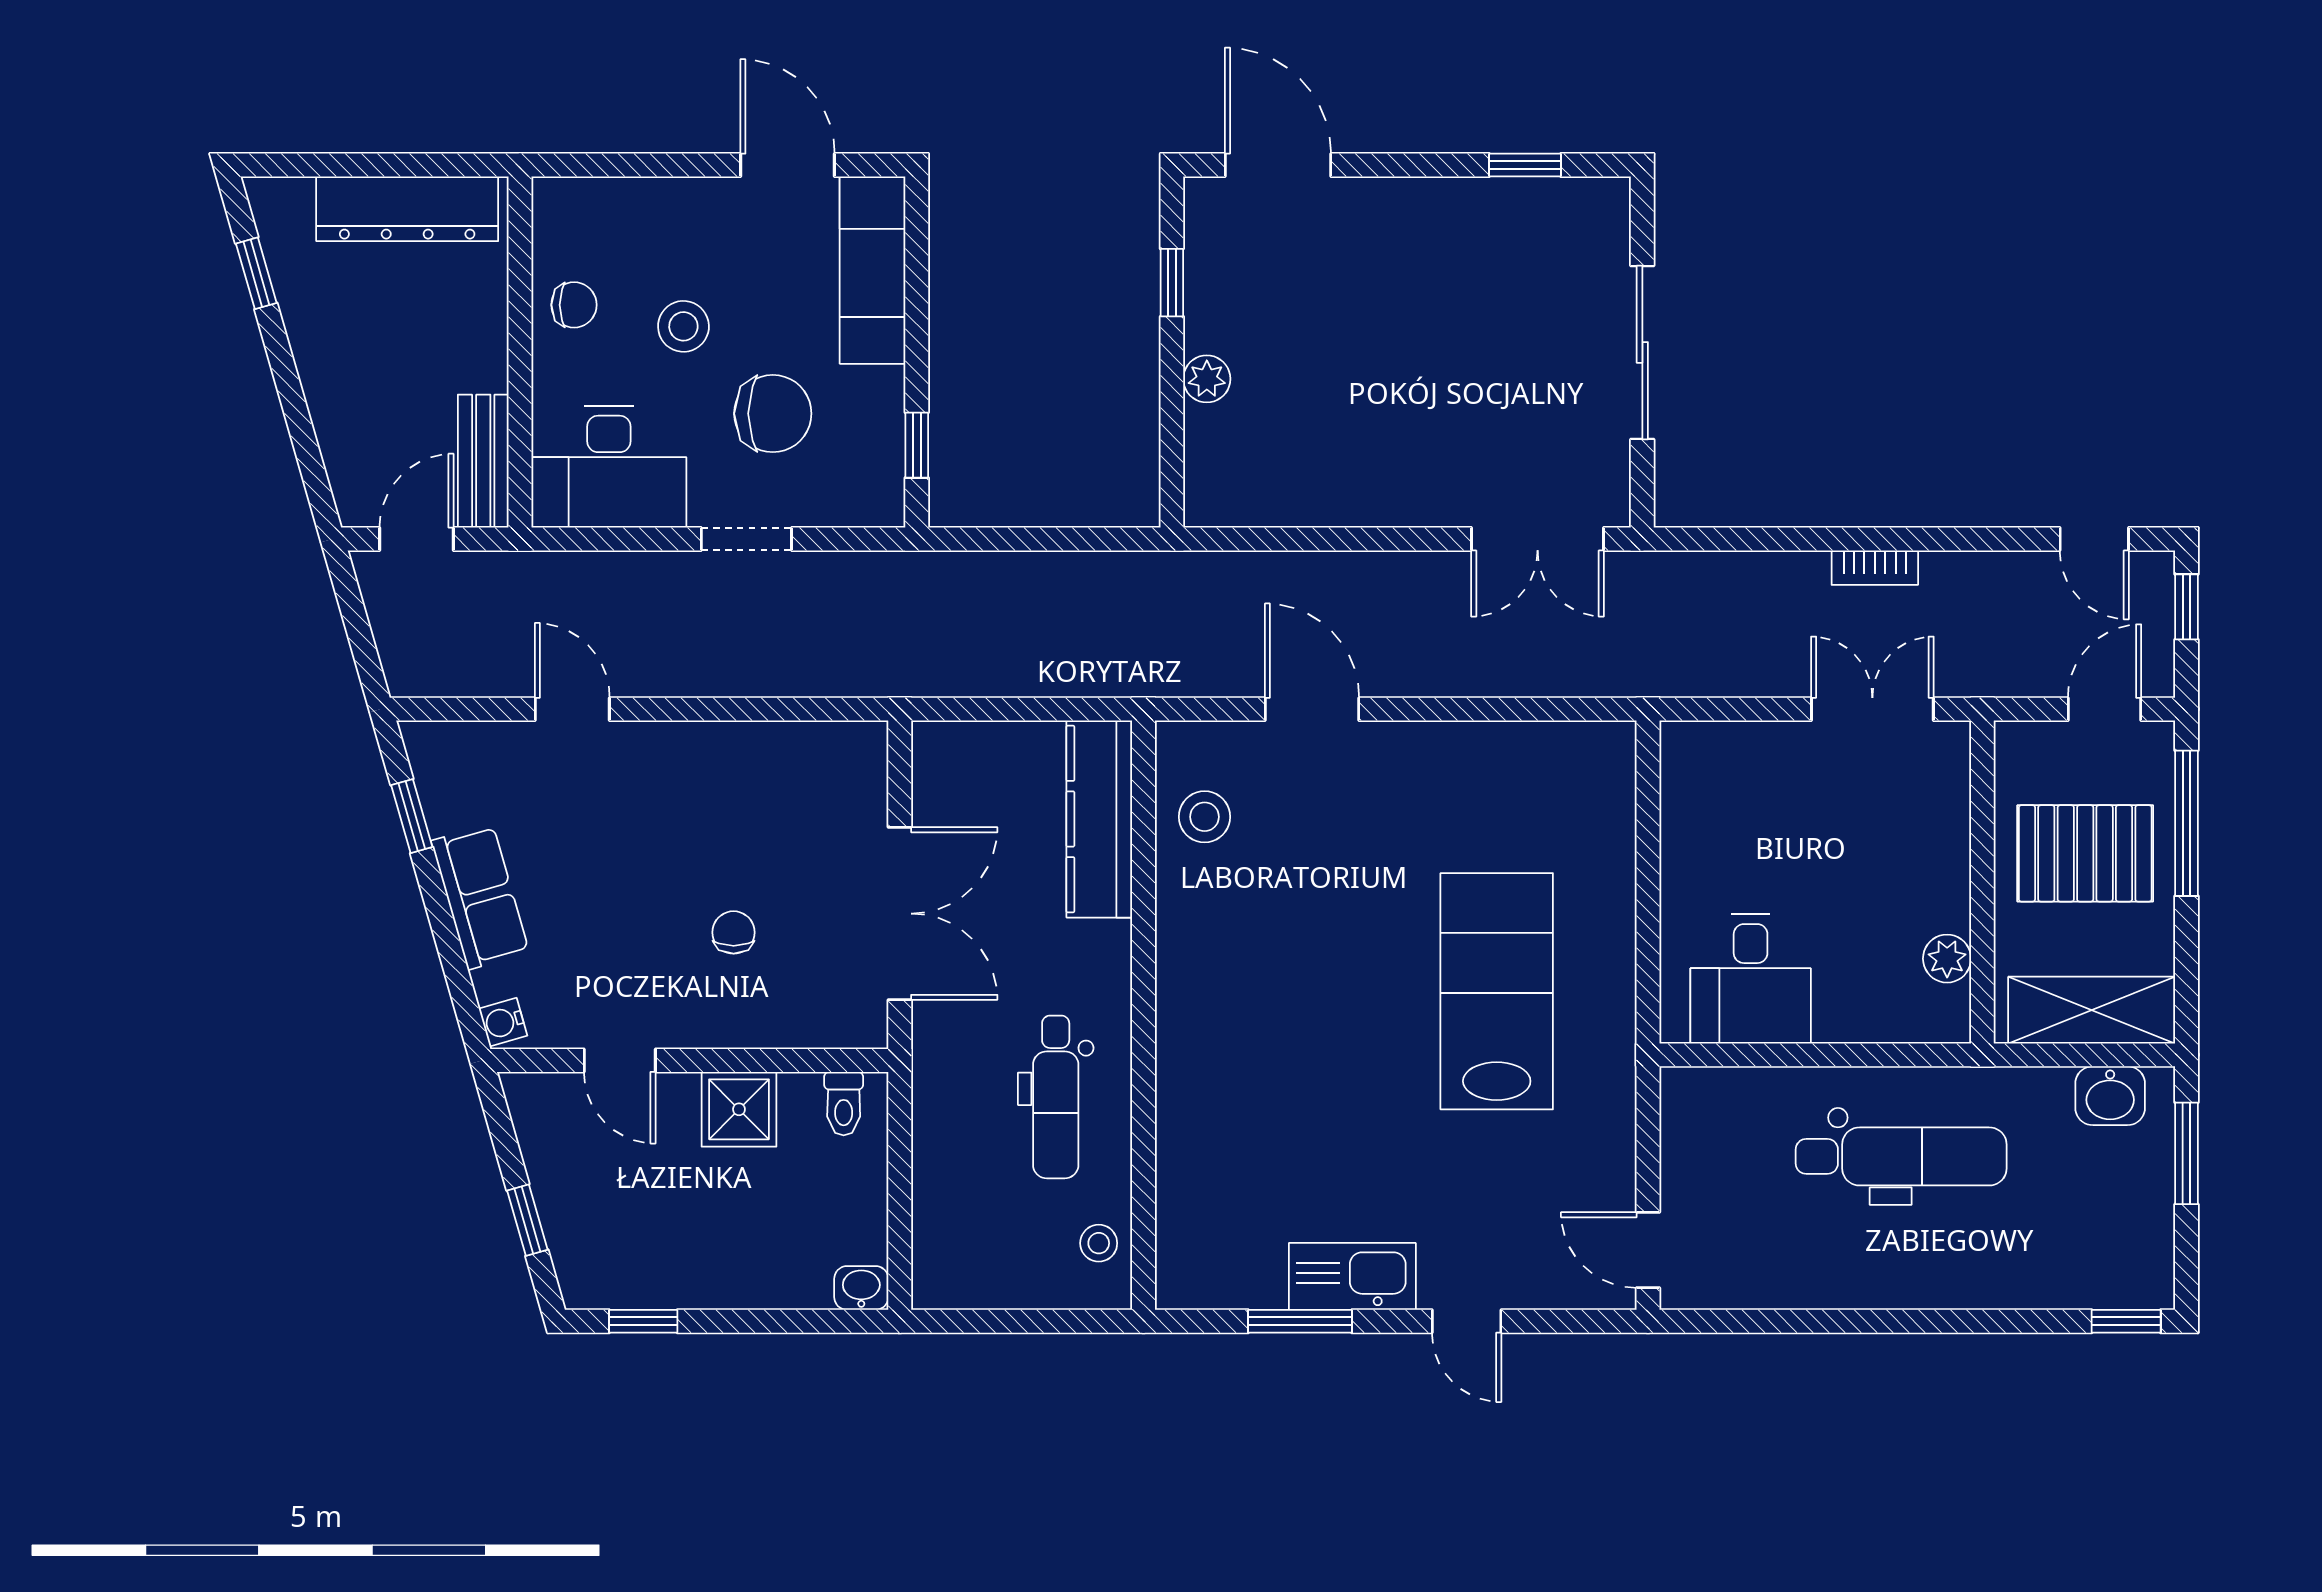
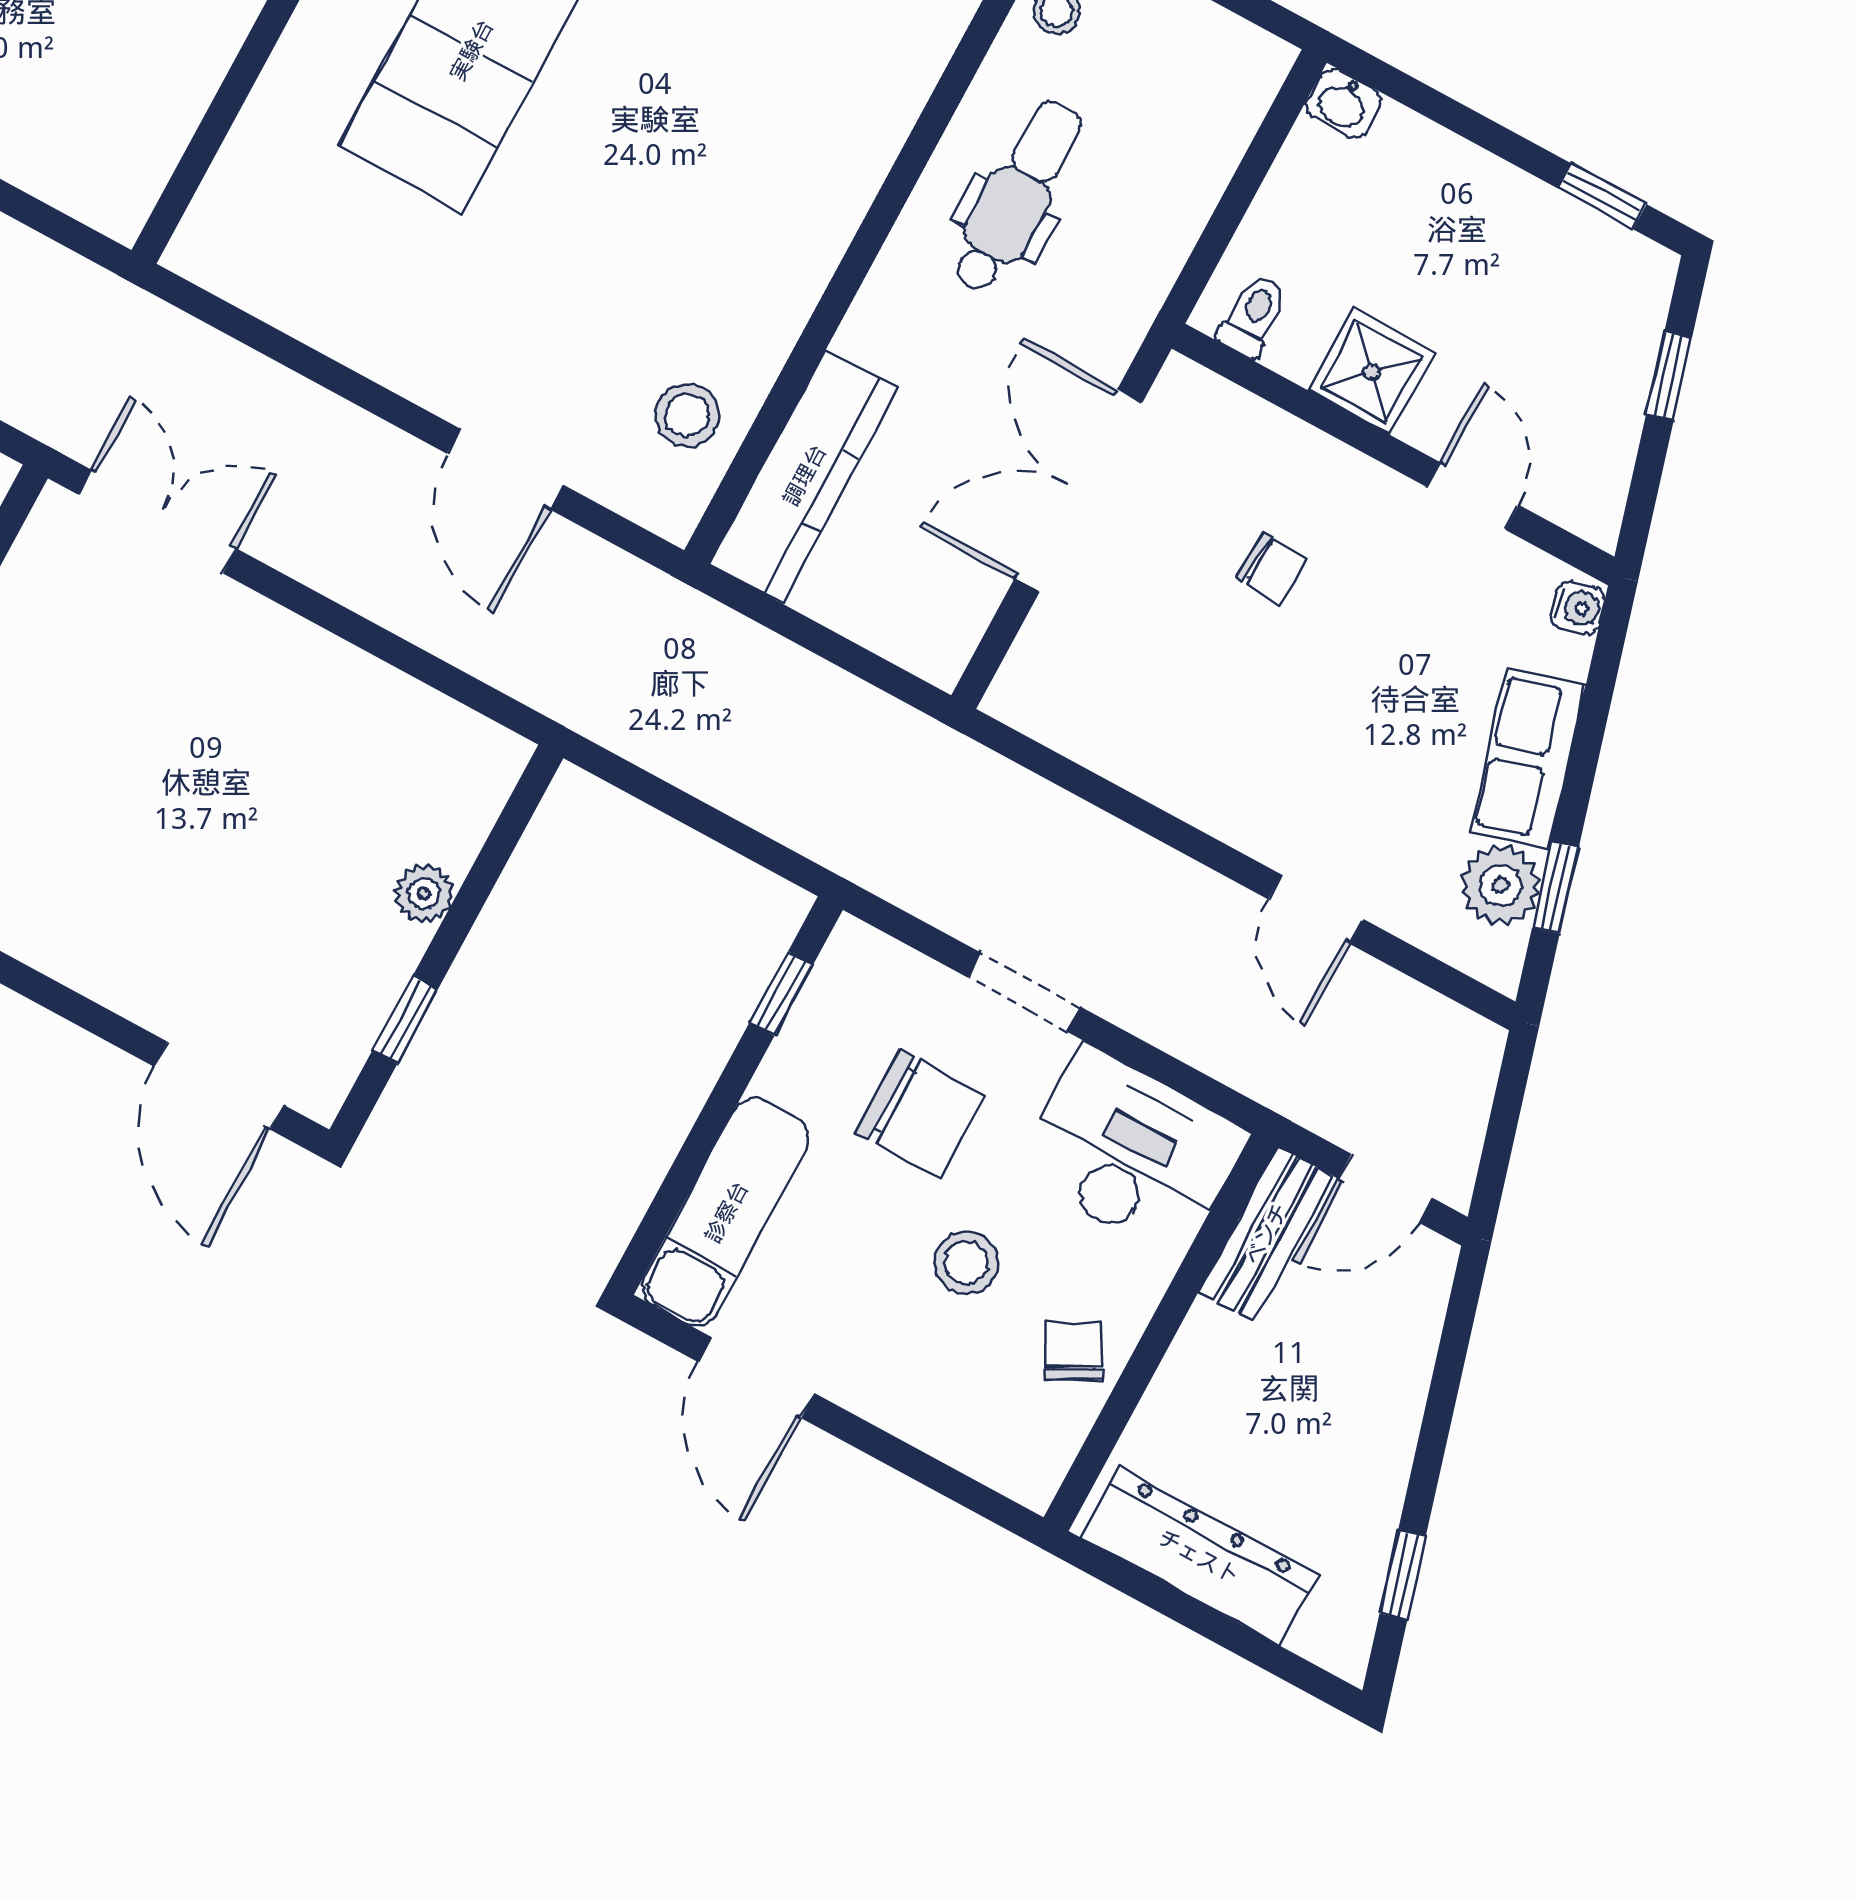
chair: (574, 305) -> (1073, 1351), turned 61
chair: (773, 414) -> (920, 1114), turned 180
plant: (451, 797) -> (1501, 885), added
chair: (734, 932) -> (1272, 569), turned -87

